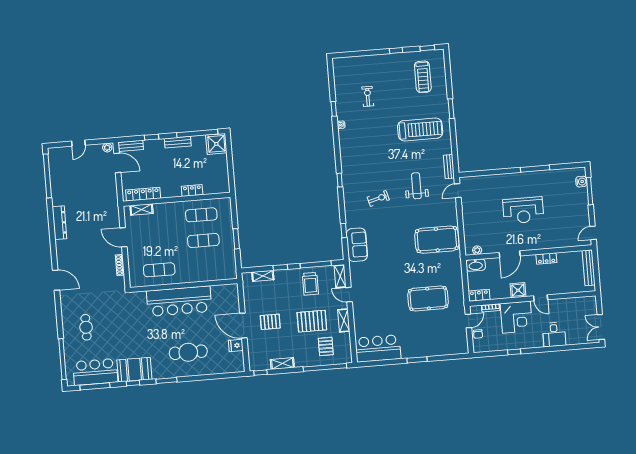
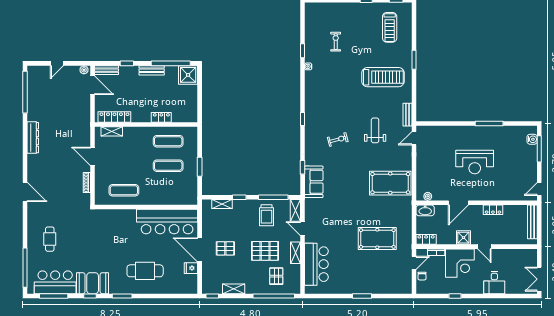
bar counter: (179, 301) -> (167, 222), moved
bar counter: (378, 348) -> (316, 264), moved, turned 90

